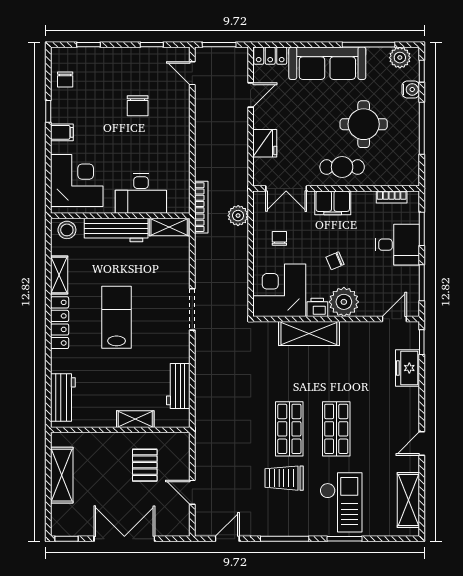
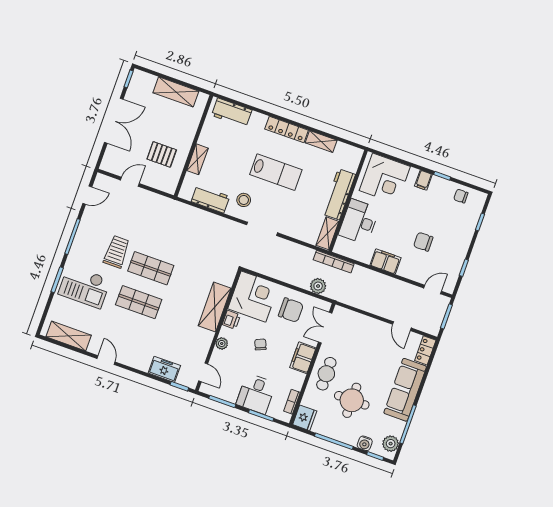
fridge: (265, 143) -> (305, 418), moved, turned -90
filing cabinet: (178, 144) -> (385, 261), added
stool: (67, 230) -> (244, 200), moved
chair: (279, 238) -> (291, 310), width x1.87, depth x1.87
plant: (344, 302) -> (222, 343), width x0.53, depth x0.53
door: (227, 539) -> (87, 195), hinge flipped

